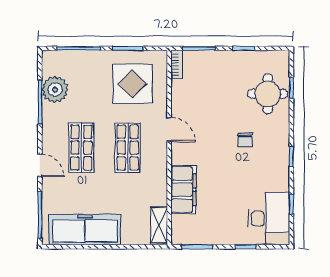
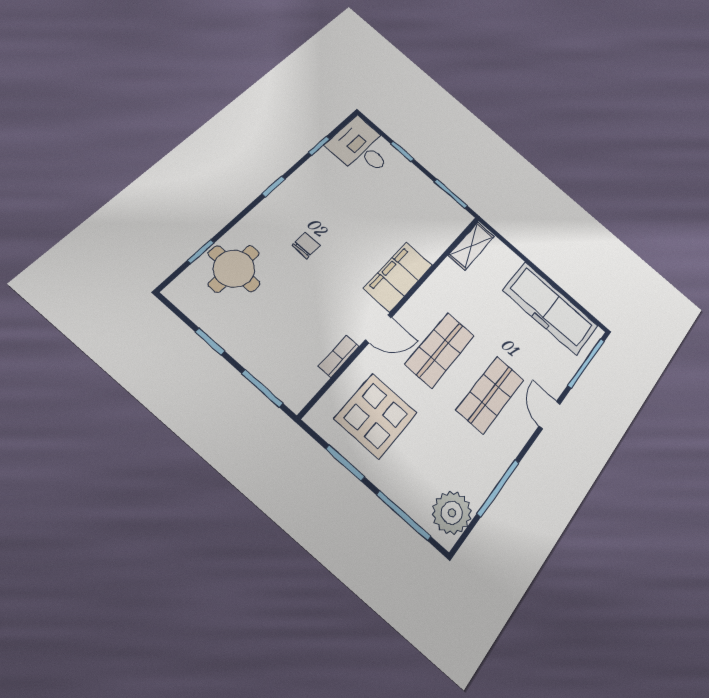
bookcase: (177, 64) -> (339, 356), moved
plant: (55, 90) -> (452, 513), moved
door: (169, 130) -> (379, 329), swing flipped
filing cabinet: (183, 190) -> (398, 277), moved
desk: (269, 219) -> (361, 148), width x0.73

